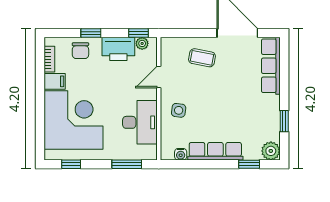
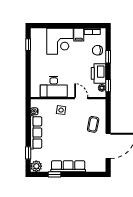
row of seats: (271, 66) -> (68, 166), moved
corner desk: (73, 120) -> (60, 41), width x0.74, depth x0.74
window: (127, 164) -> (28, 79), removed

